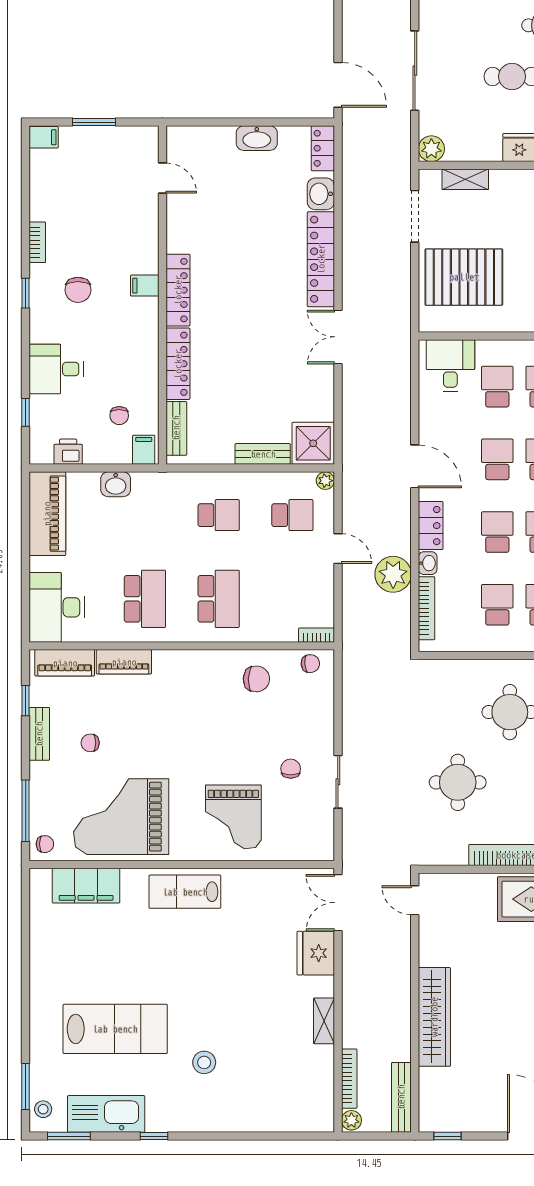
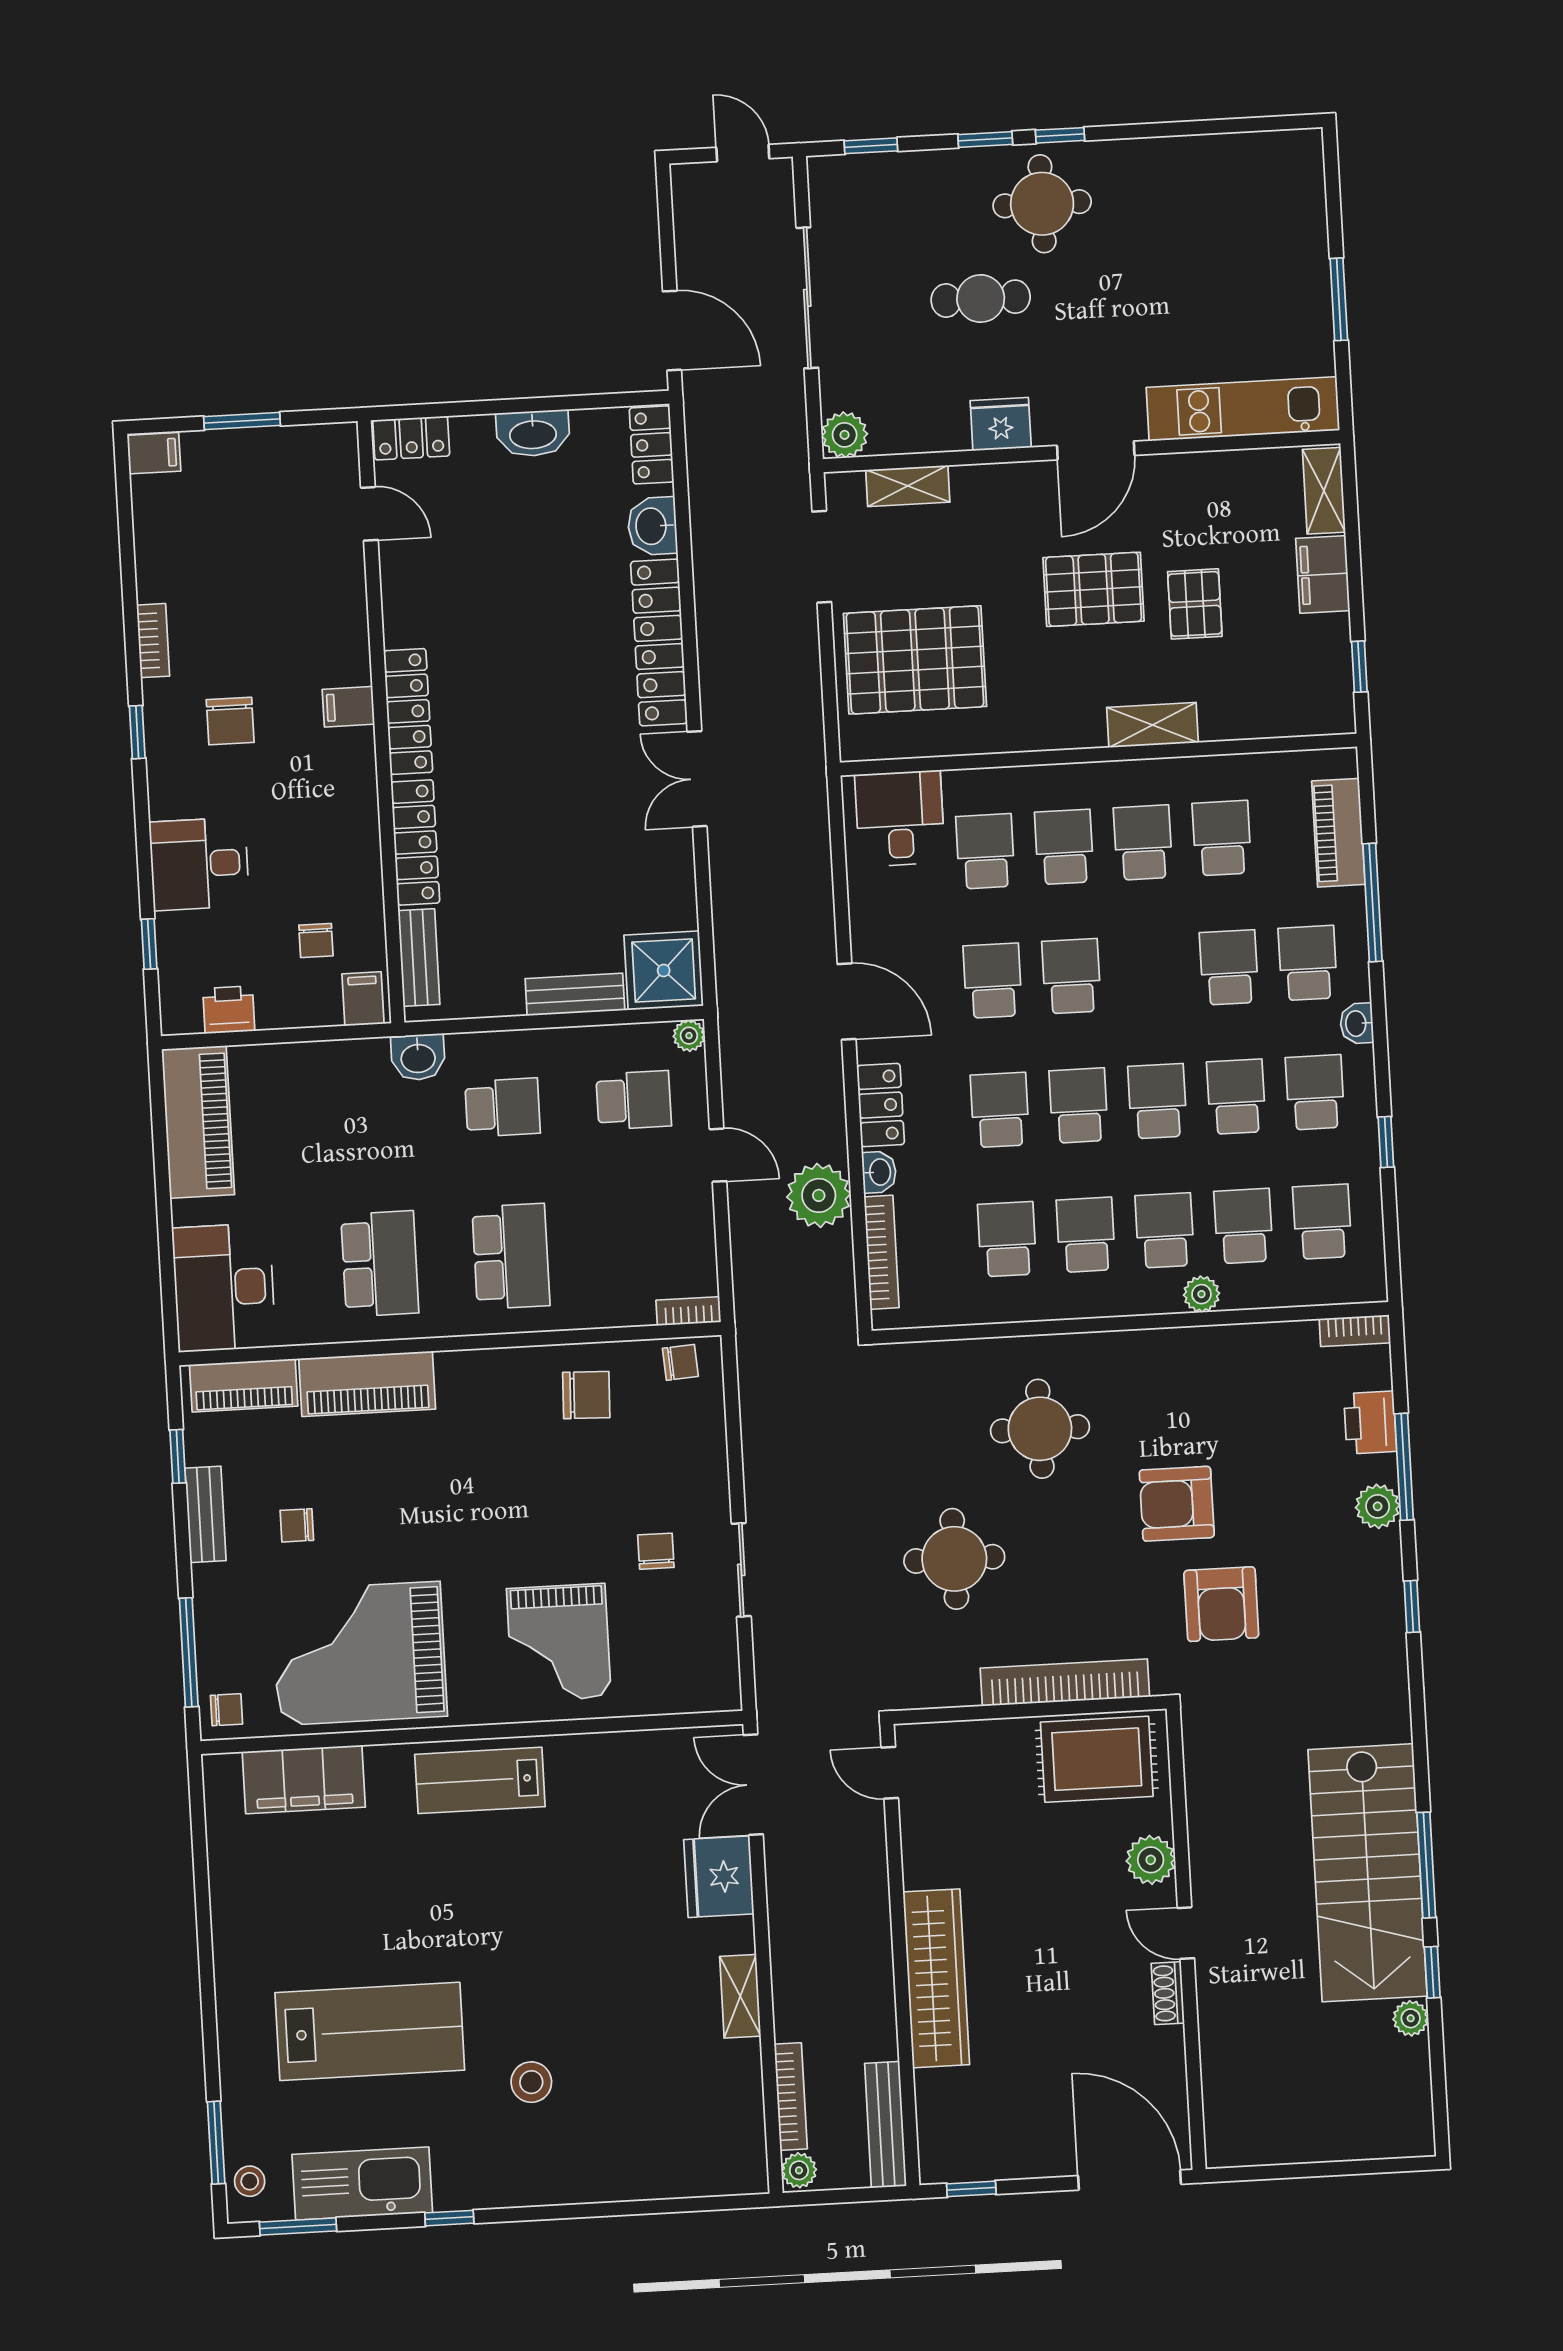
locker: (188, 137) -> (411, 438), added
washbasin: (116, 484) -> (418, 1057), moved
piano: (124, 662) -> (367, 1384), width x1.37, depth x1.33

